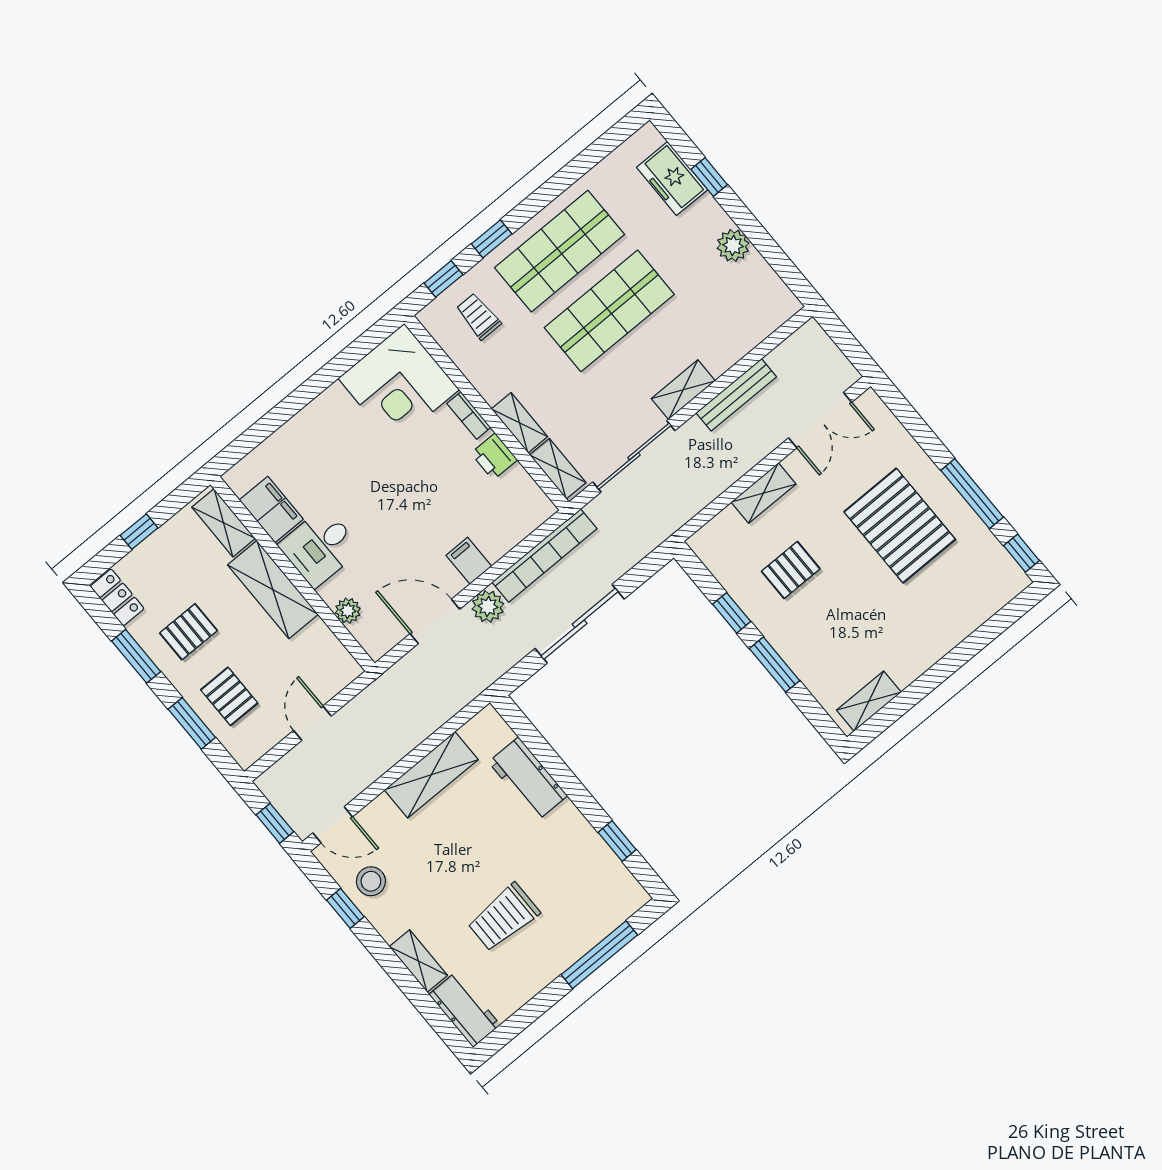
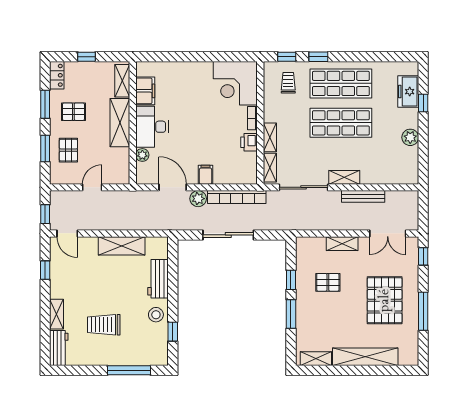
desk: (320, 547) -> (152, 127), width x1.37
window: (1022, 553) -> (423, 256), moved
shelving: (942, 636) -> (365, 357), added
stool: (371, 881) -> (156, 315), moved

